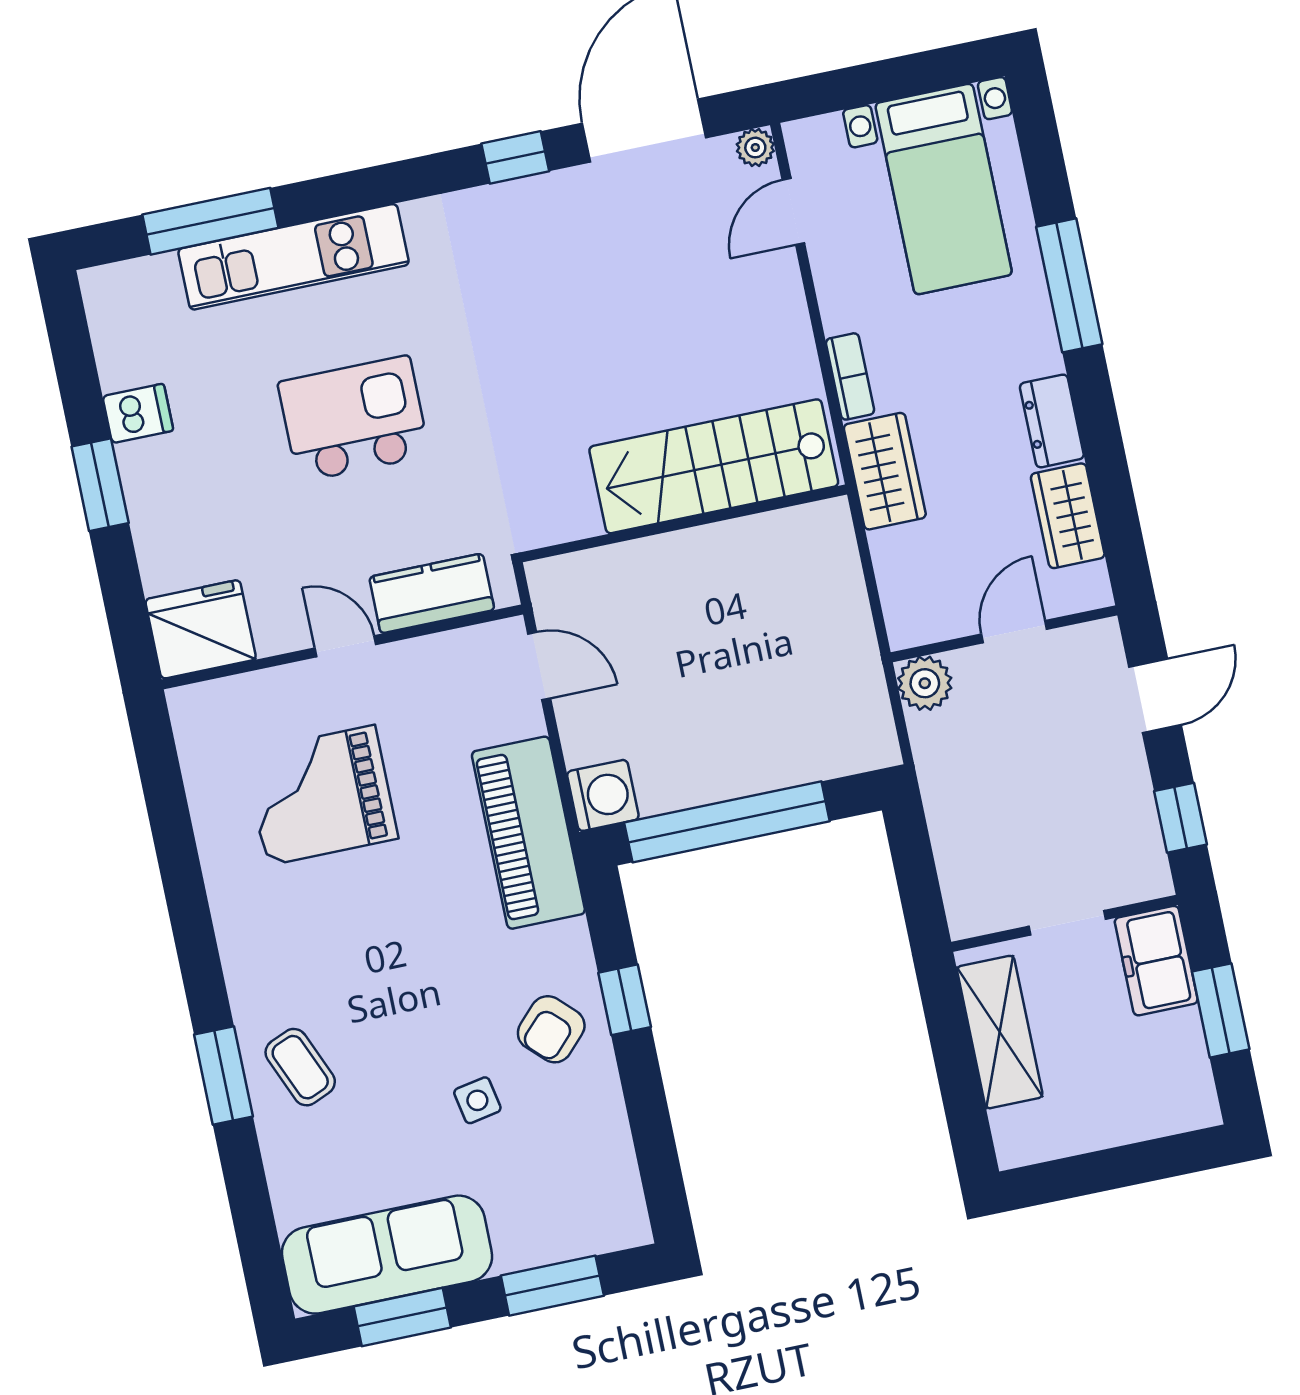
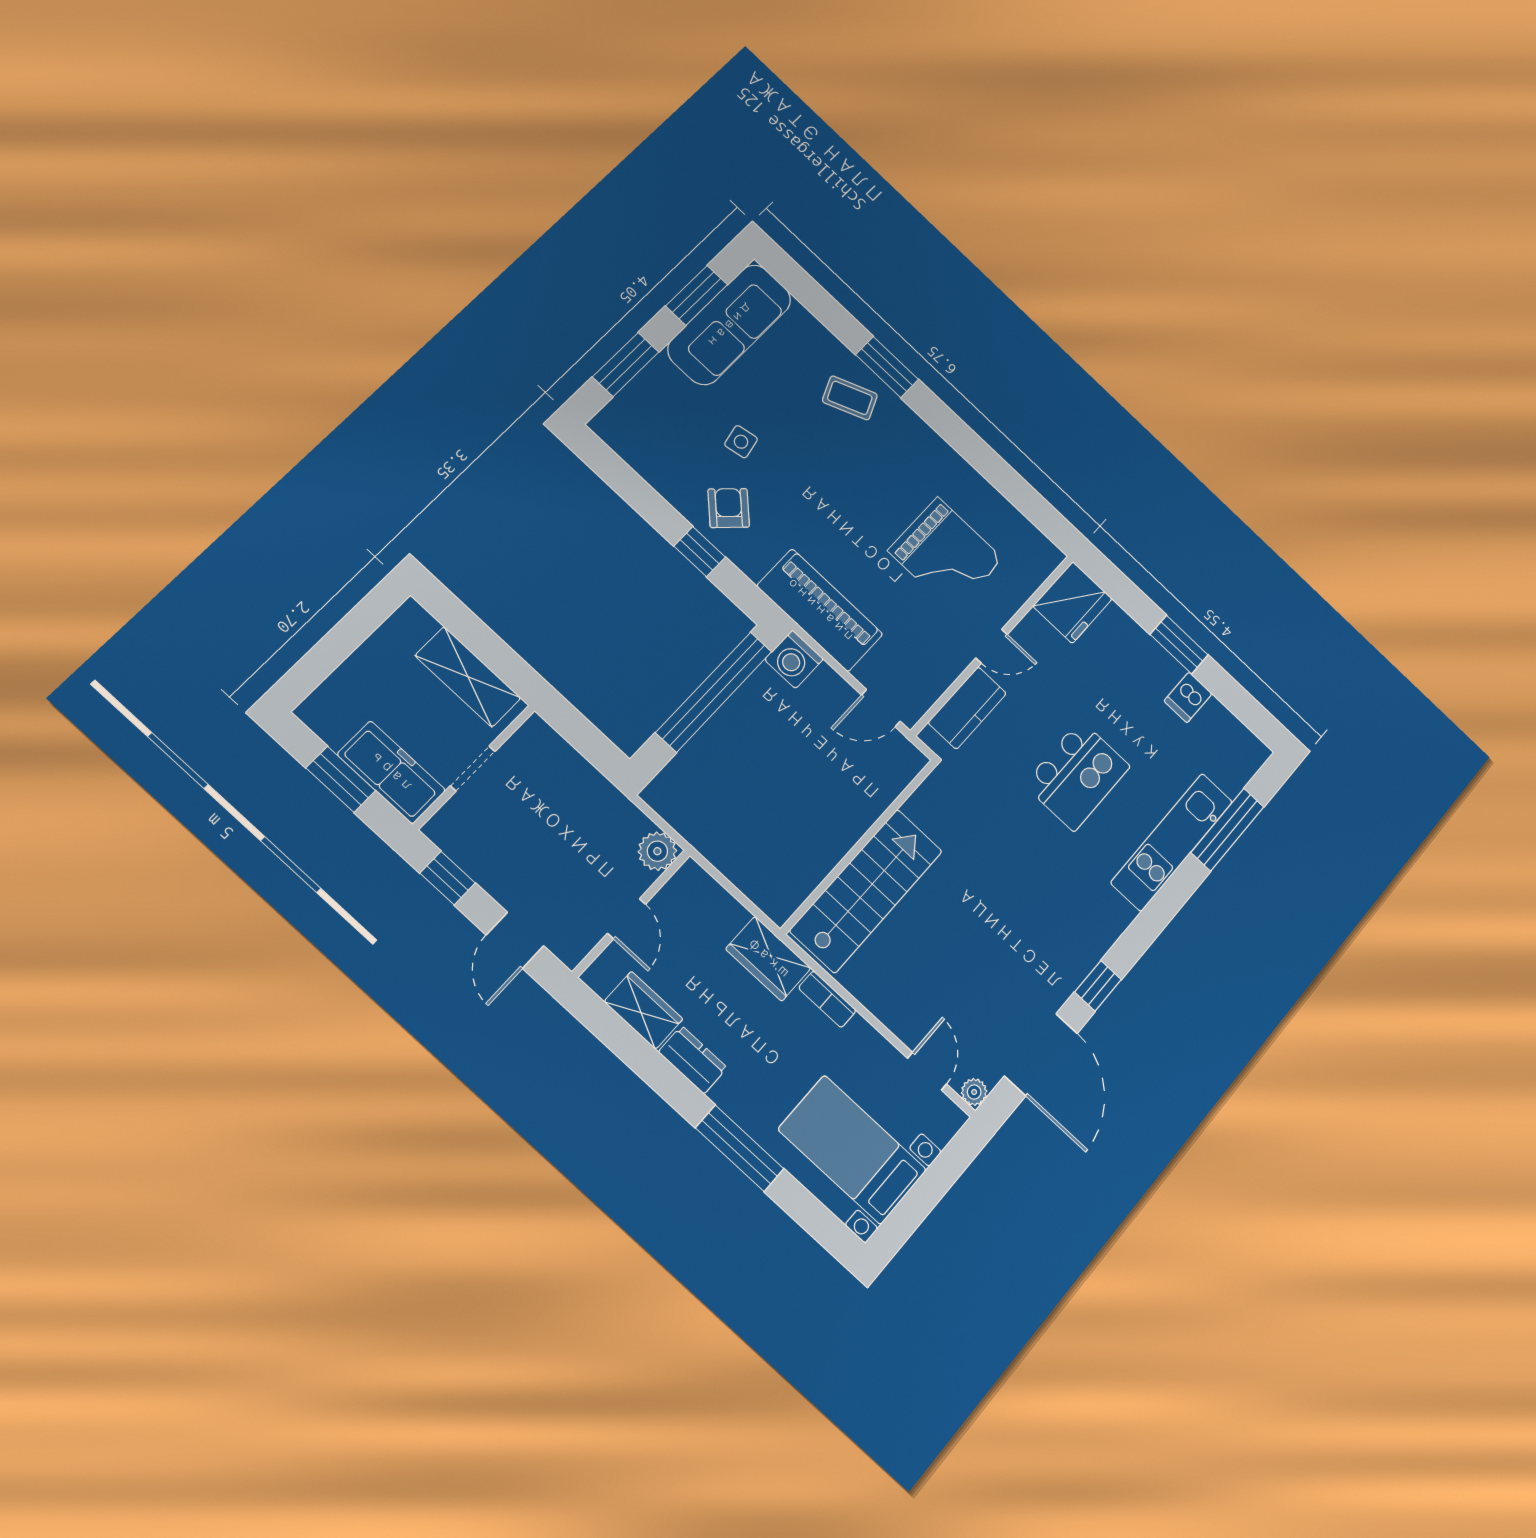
grand piano: (321, 795) -> (946, 555), turned 90
freezer: (1156, 961) -> (391, 772), width x1.40

